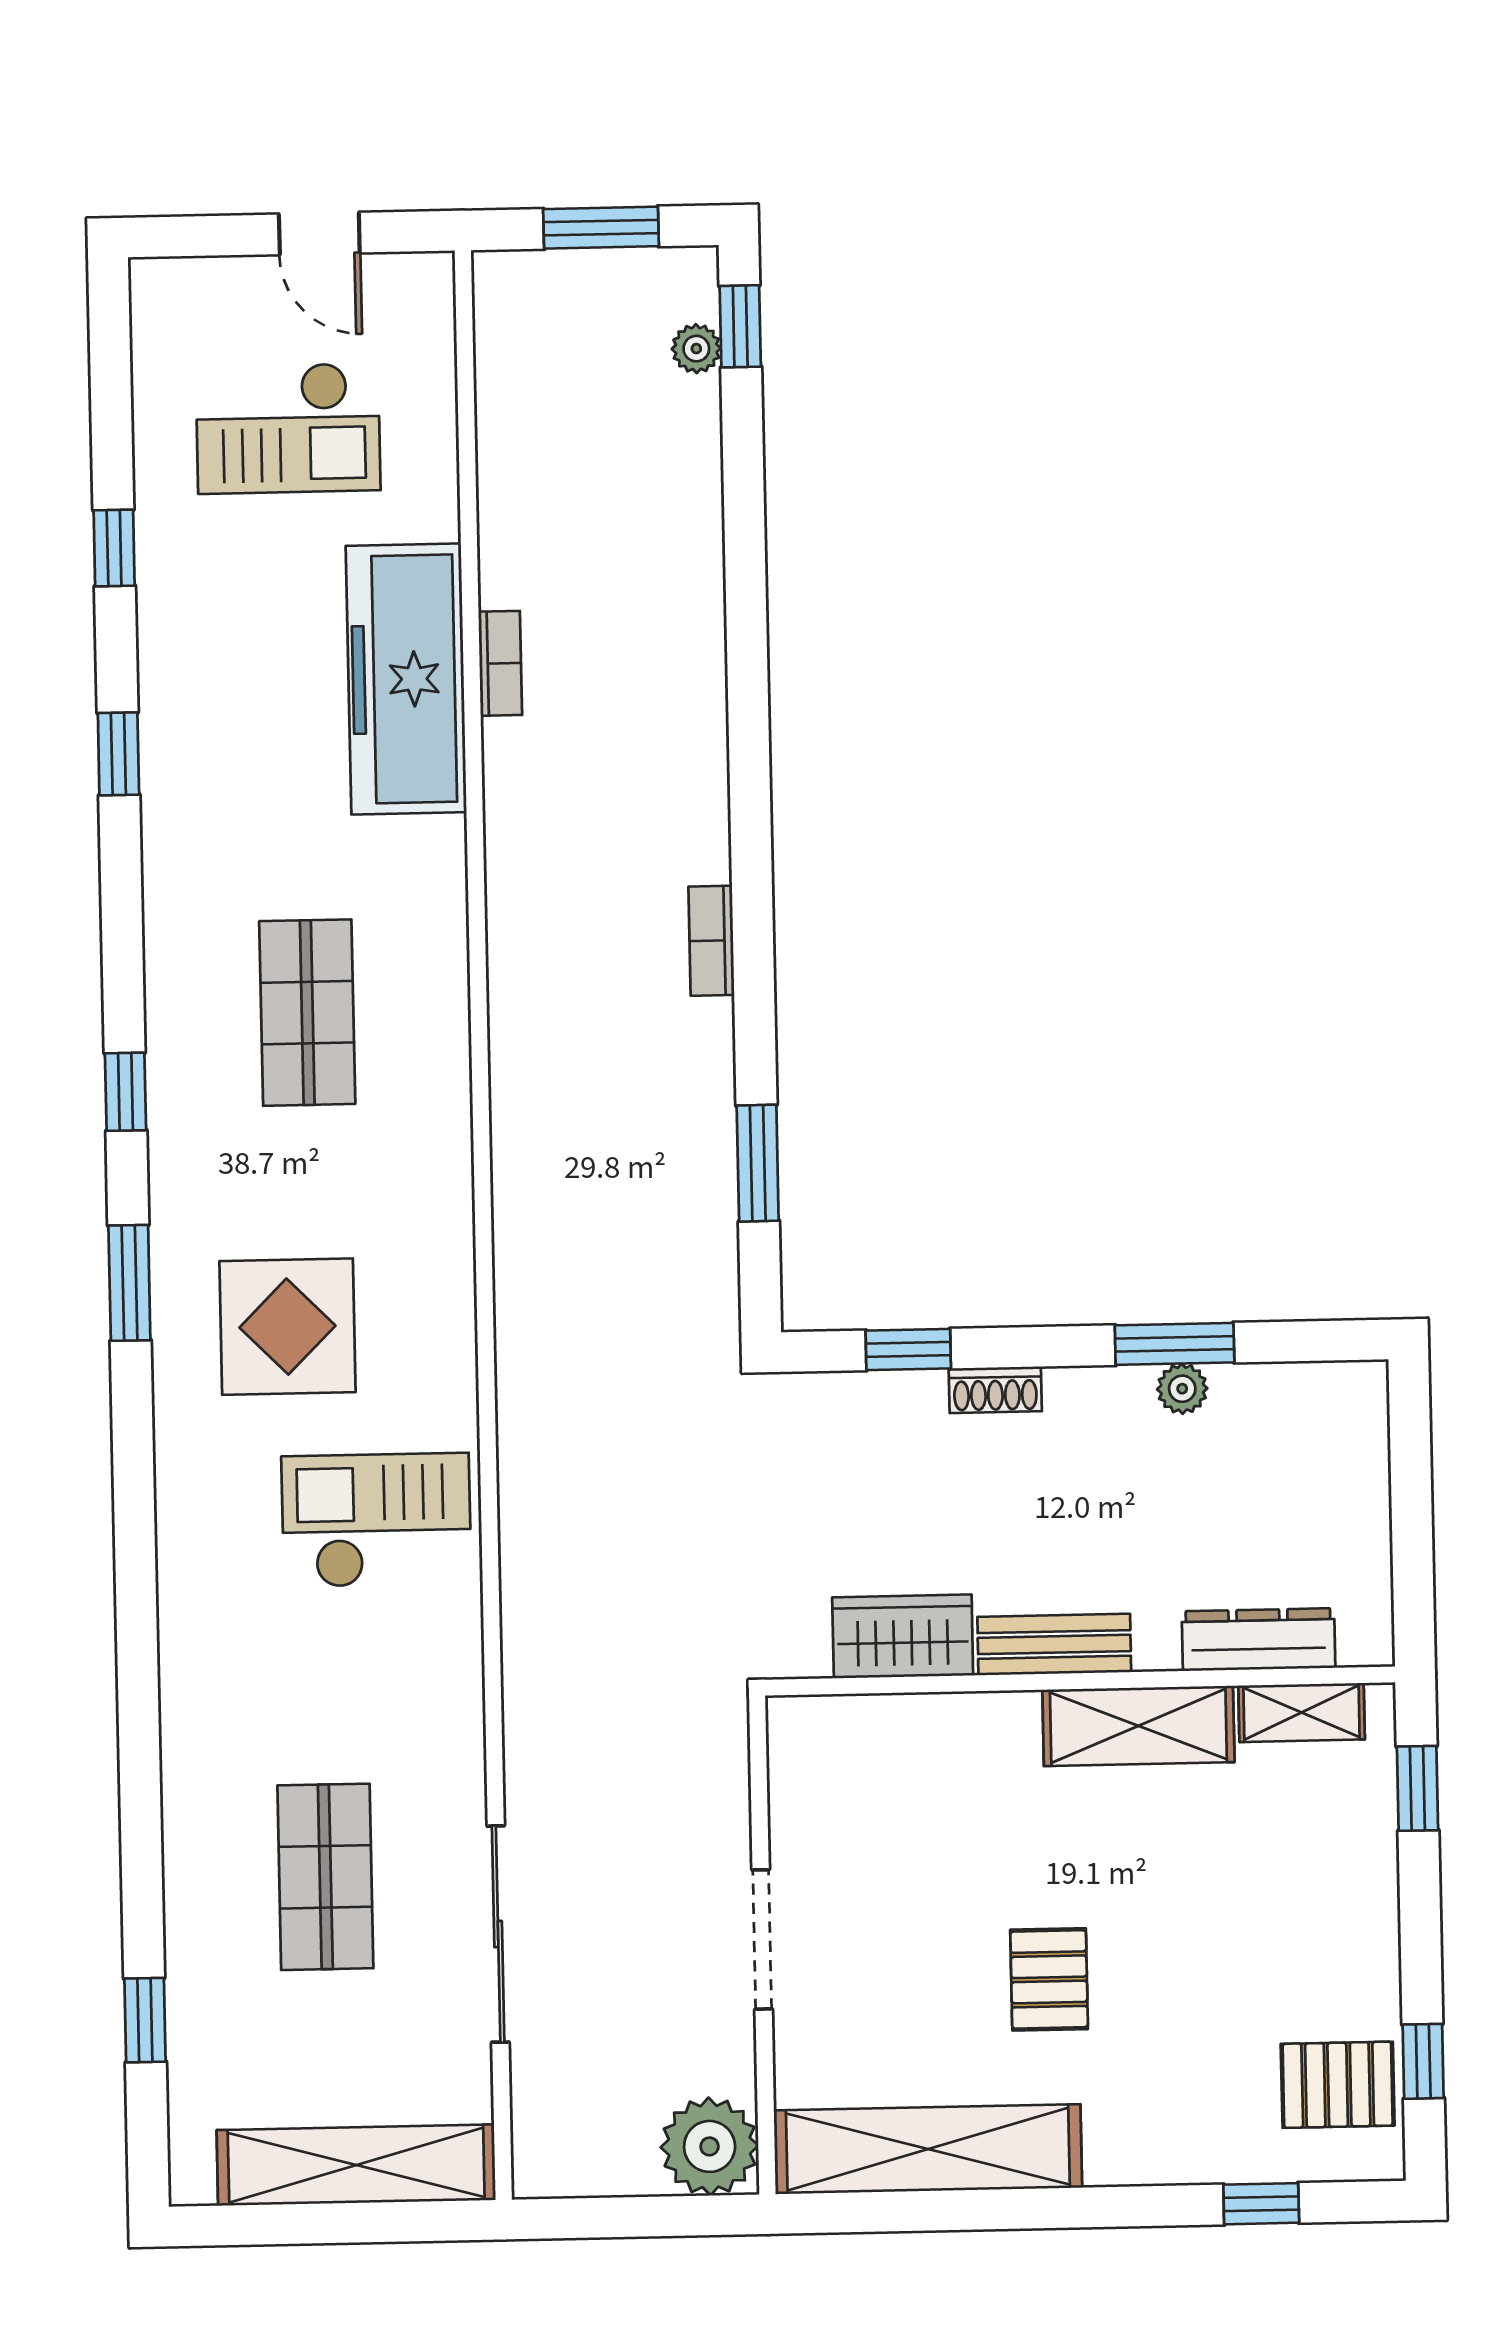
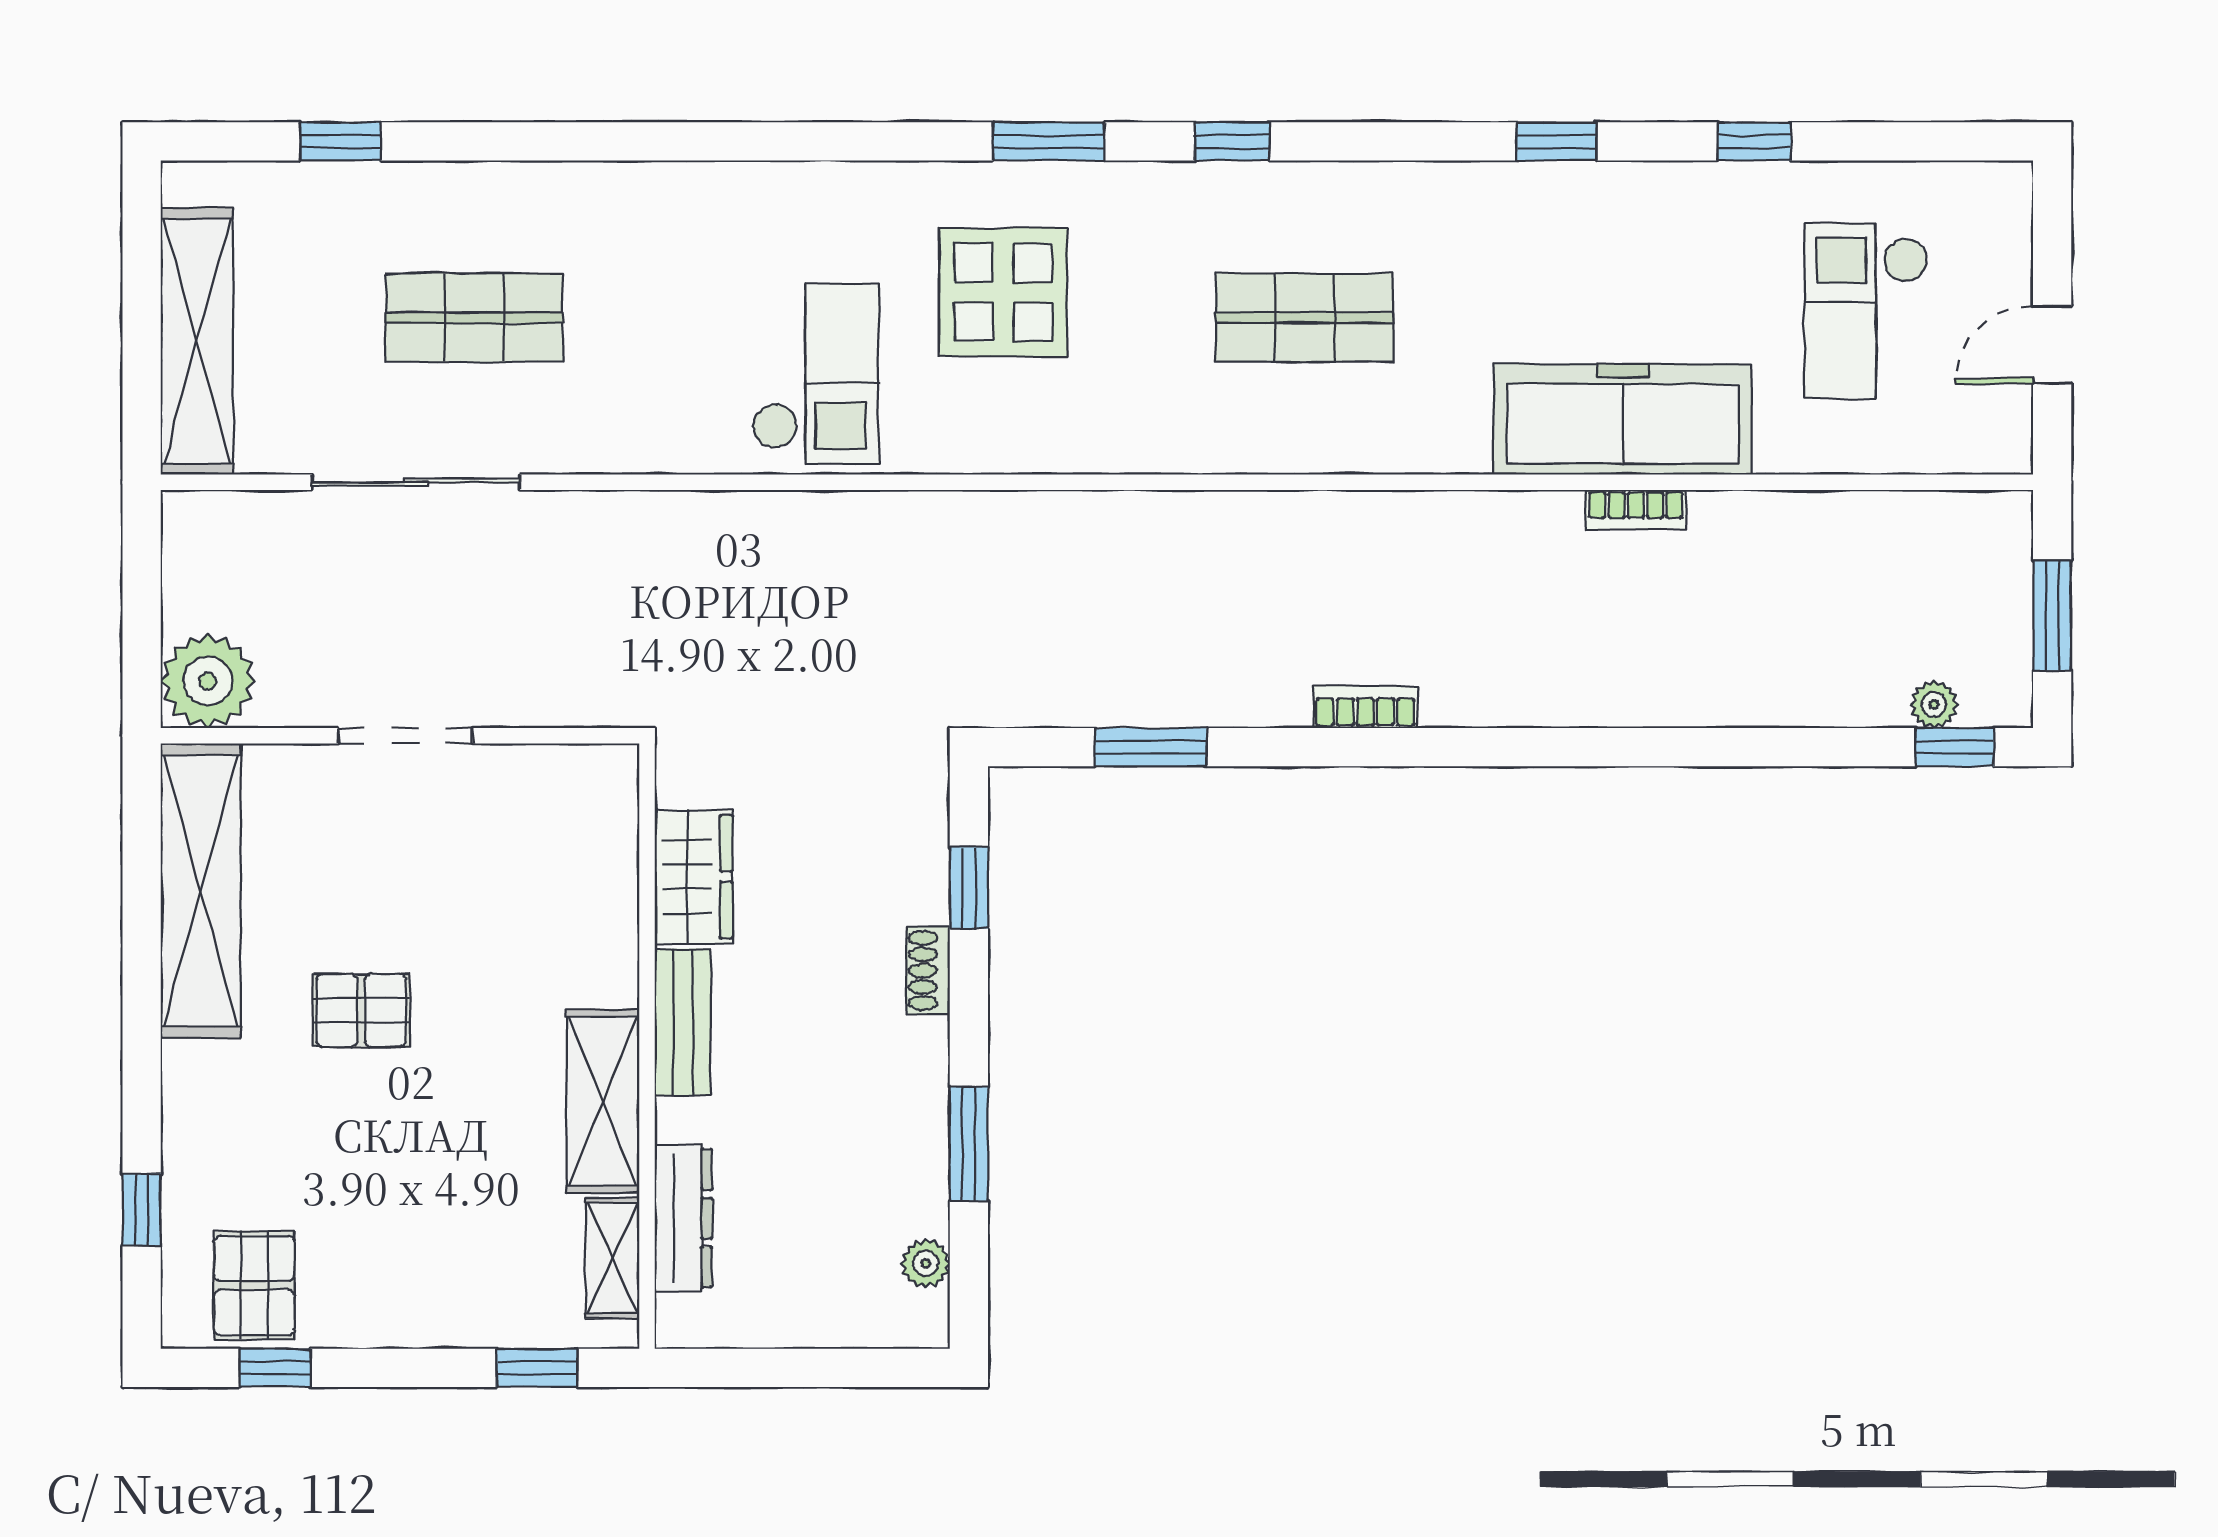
plant: (1182, 1389) -> (926, 1263), moved

